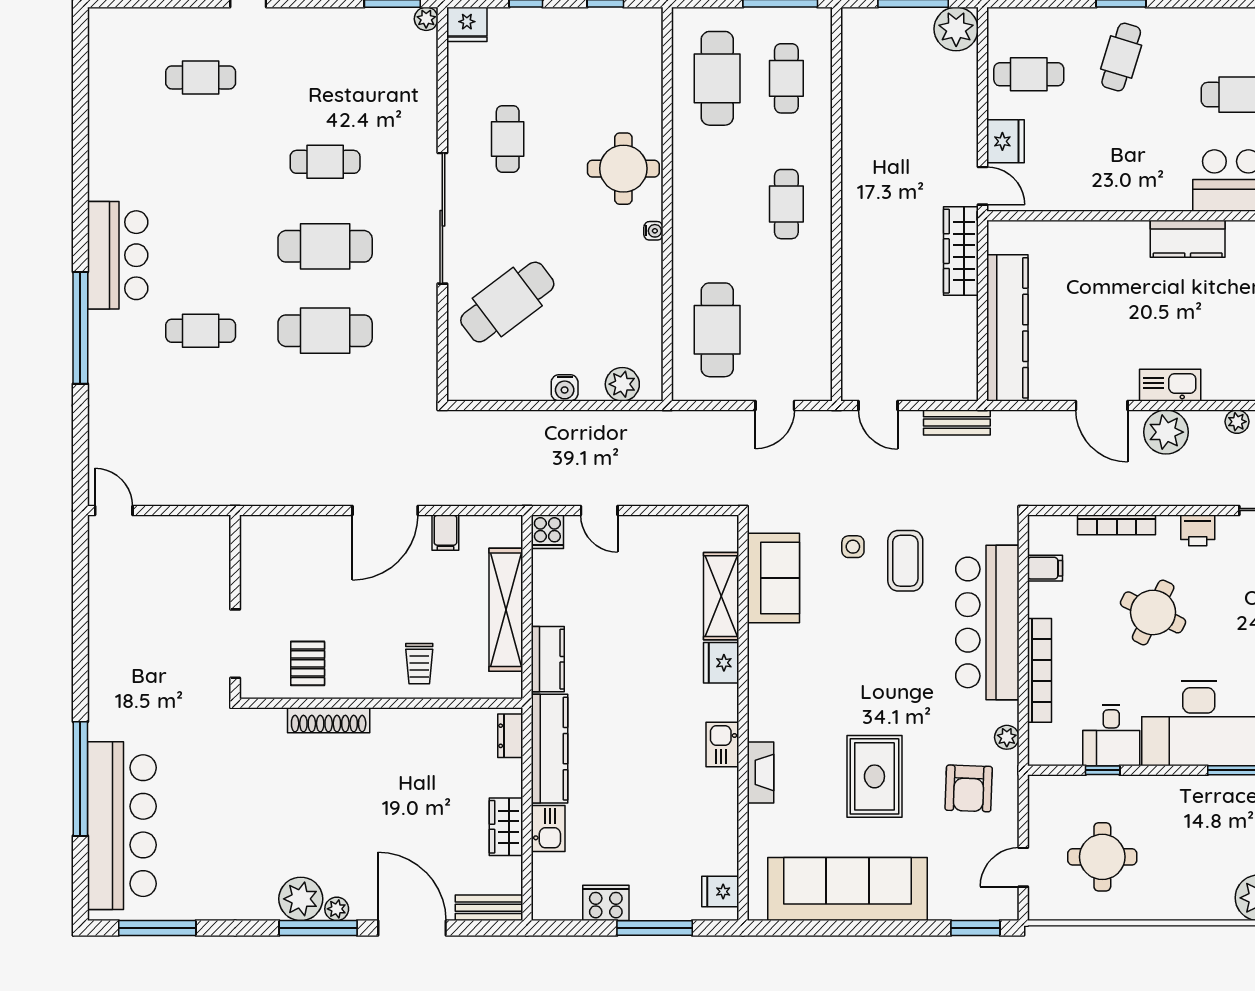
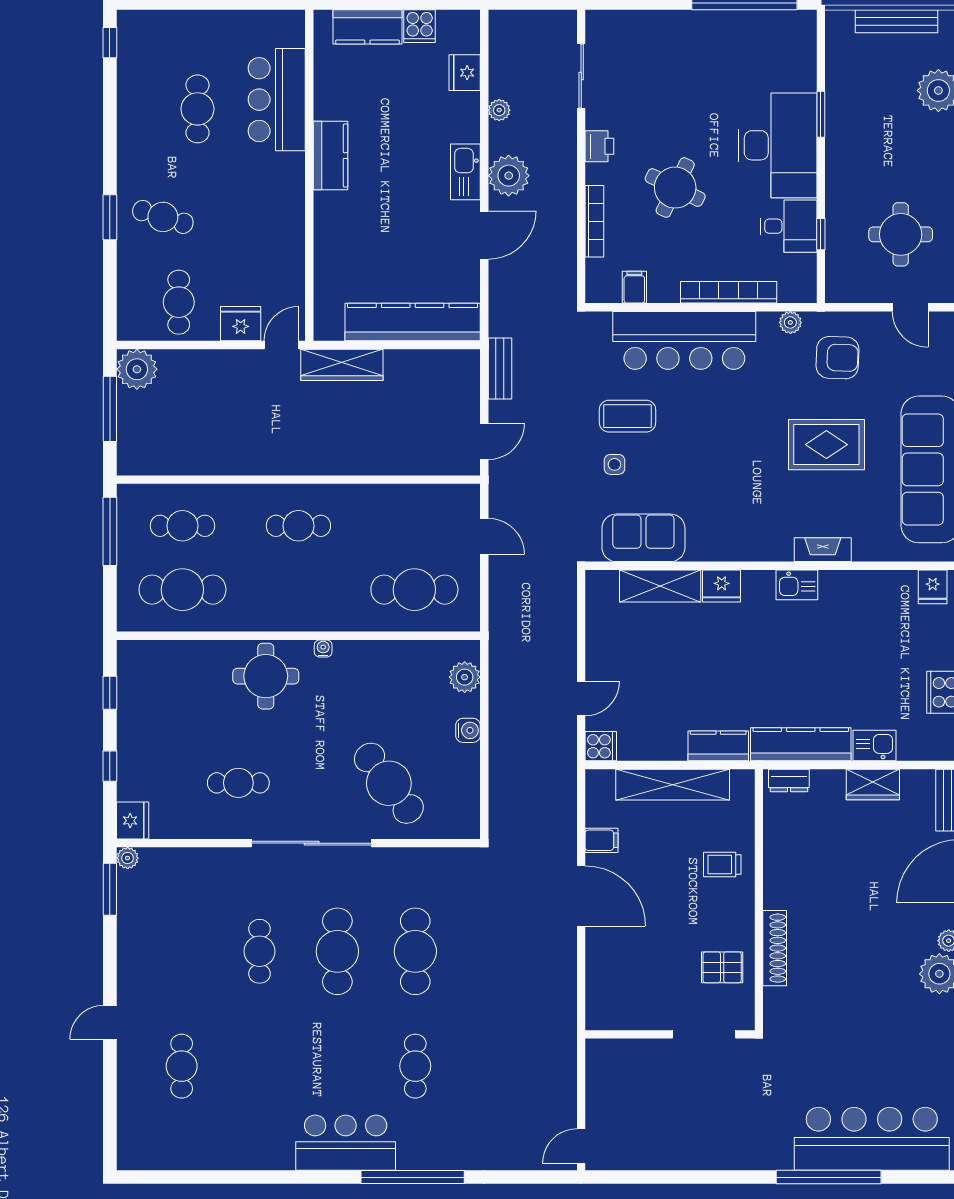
trolley: (419, 664) -> (722, 865), turned 180

